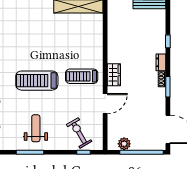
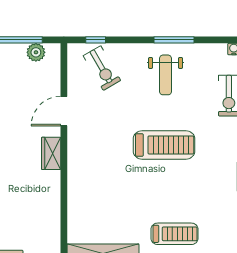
treadmill: (82, 76) -> (175, 234), moved

